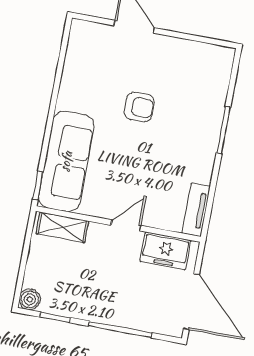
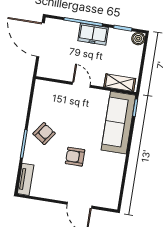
armchair: (189, 147) -> (44, 134), added
tv unit: (196, 210) -> (26, 179), moved
door: (126, 225) -> (81, 85), swing flipped
freezer: (166, 251) -> (93, 34), moved, turned 180

